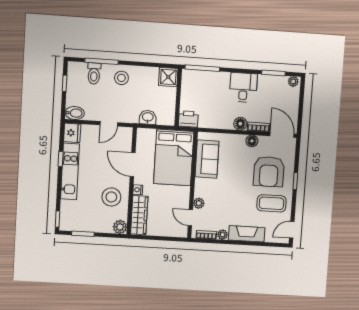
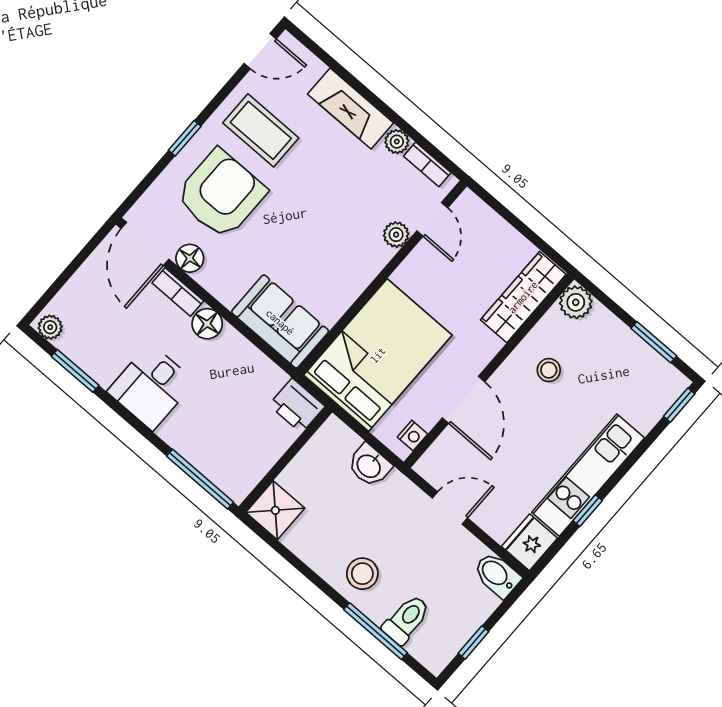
floor lamp: (252, 141) -> (190, 258), moved
sofa: (207, 159) -> (280, 322), moved, turned 90
nightstand: (138, 190) -> (413, 436), moved
stool: (111, 197) -> (549, 370), width x0.53, depth x0.53

